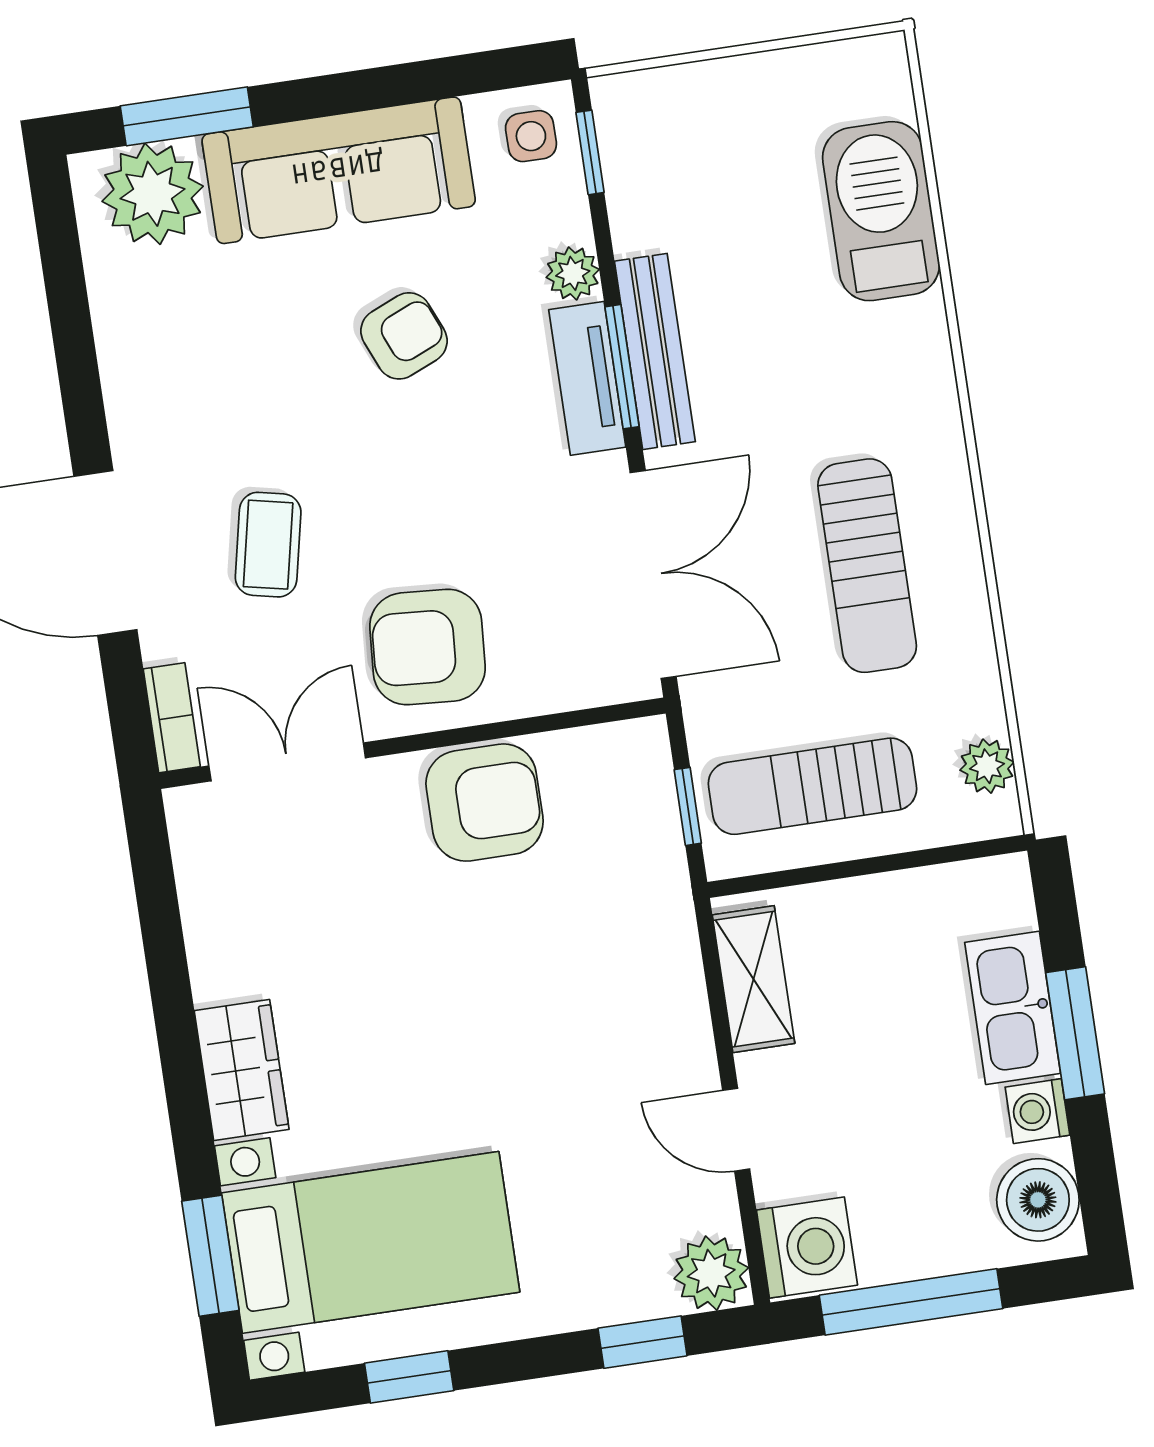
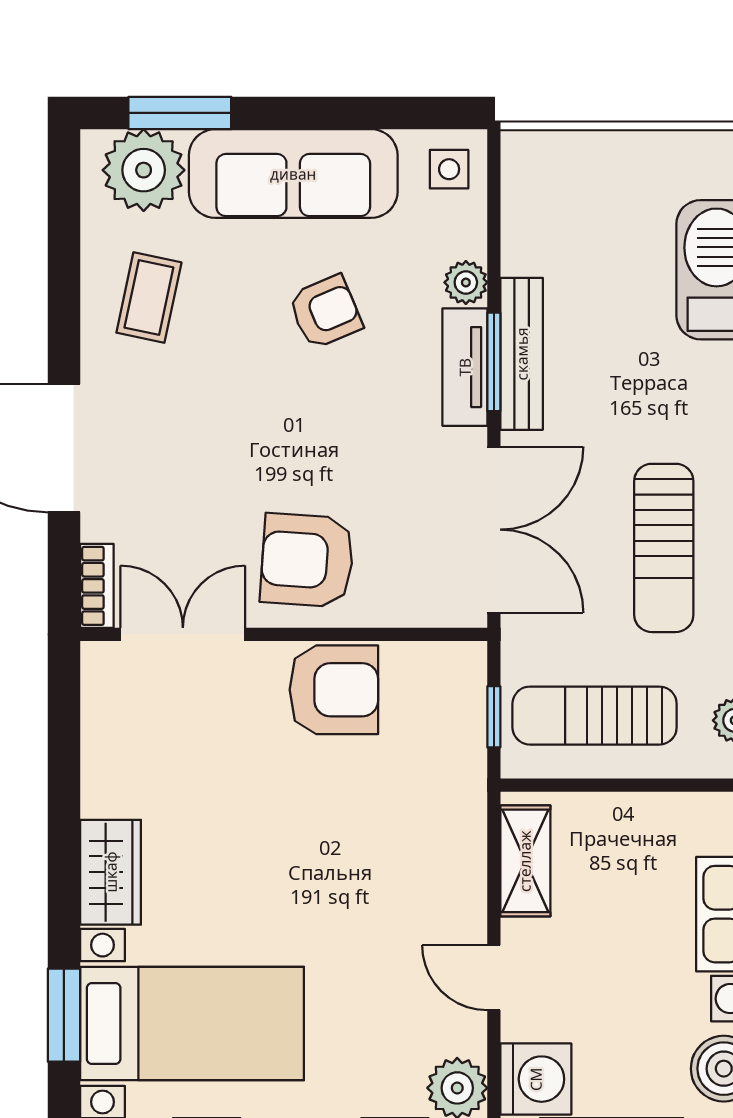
window: (590, 152) -> (494, 189), removed
coffee table: (268, 545) -> (149, 298), moved

